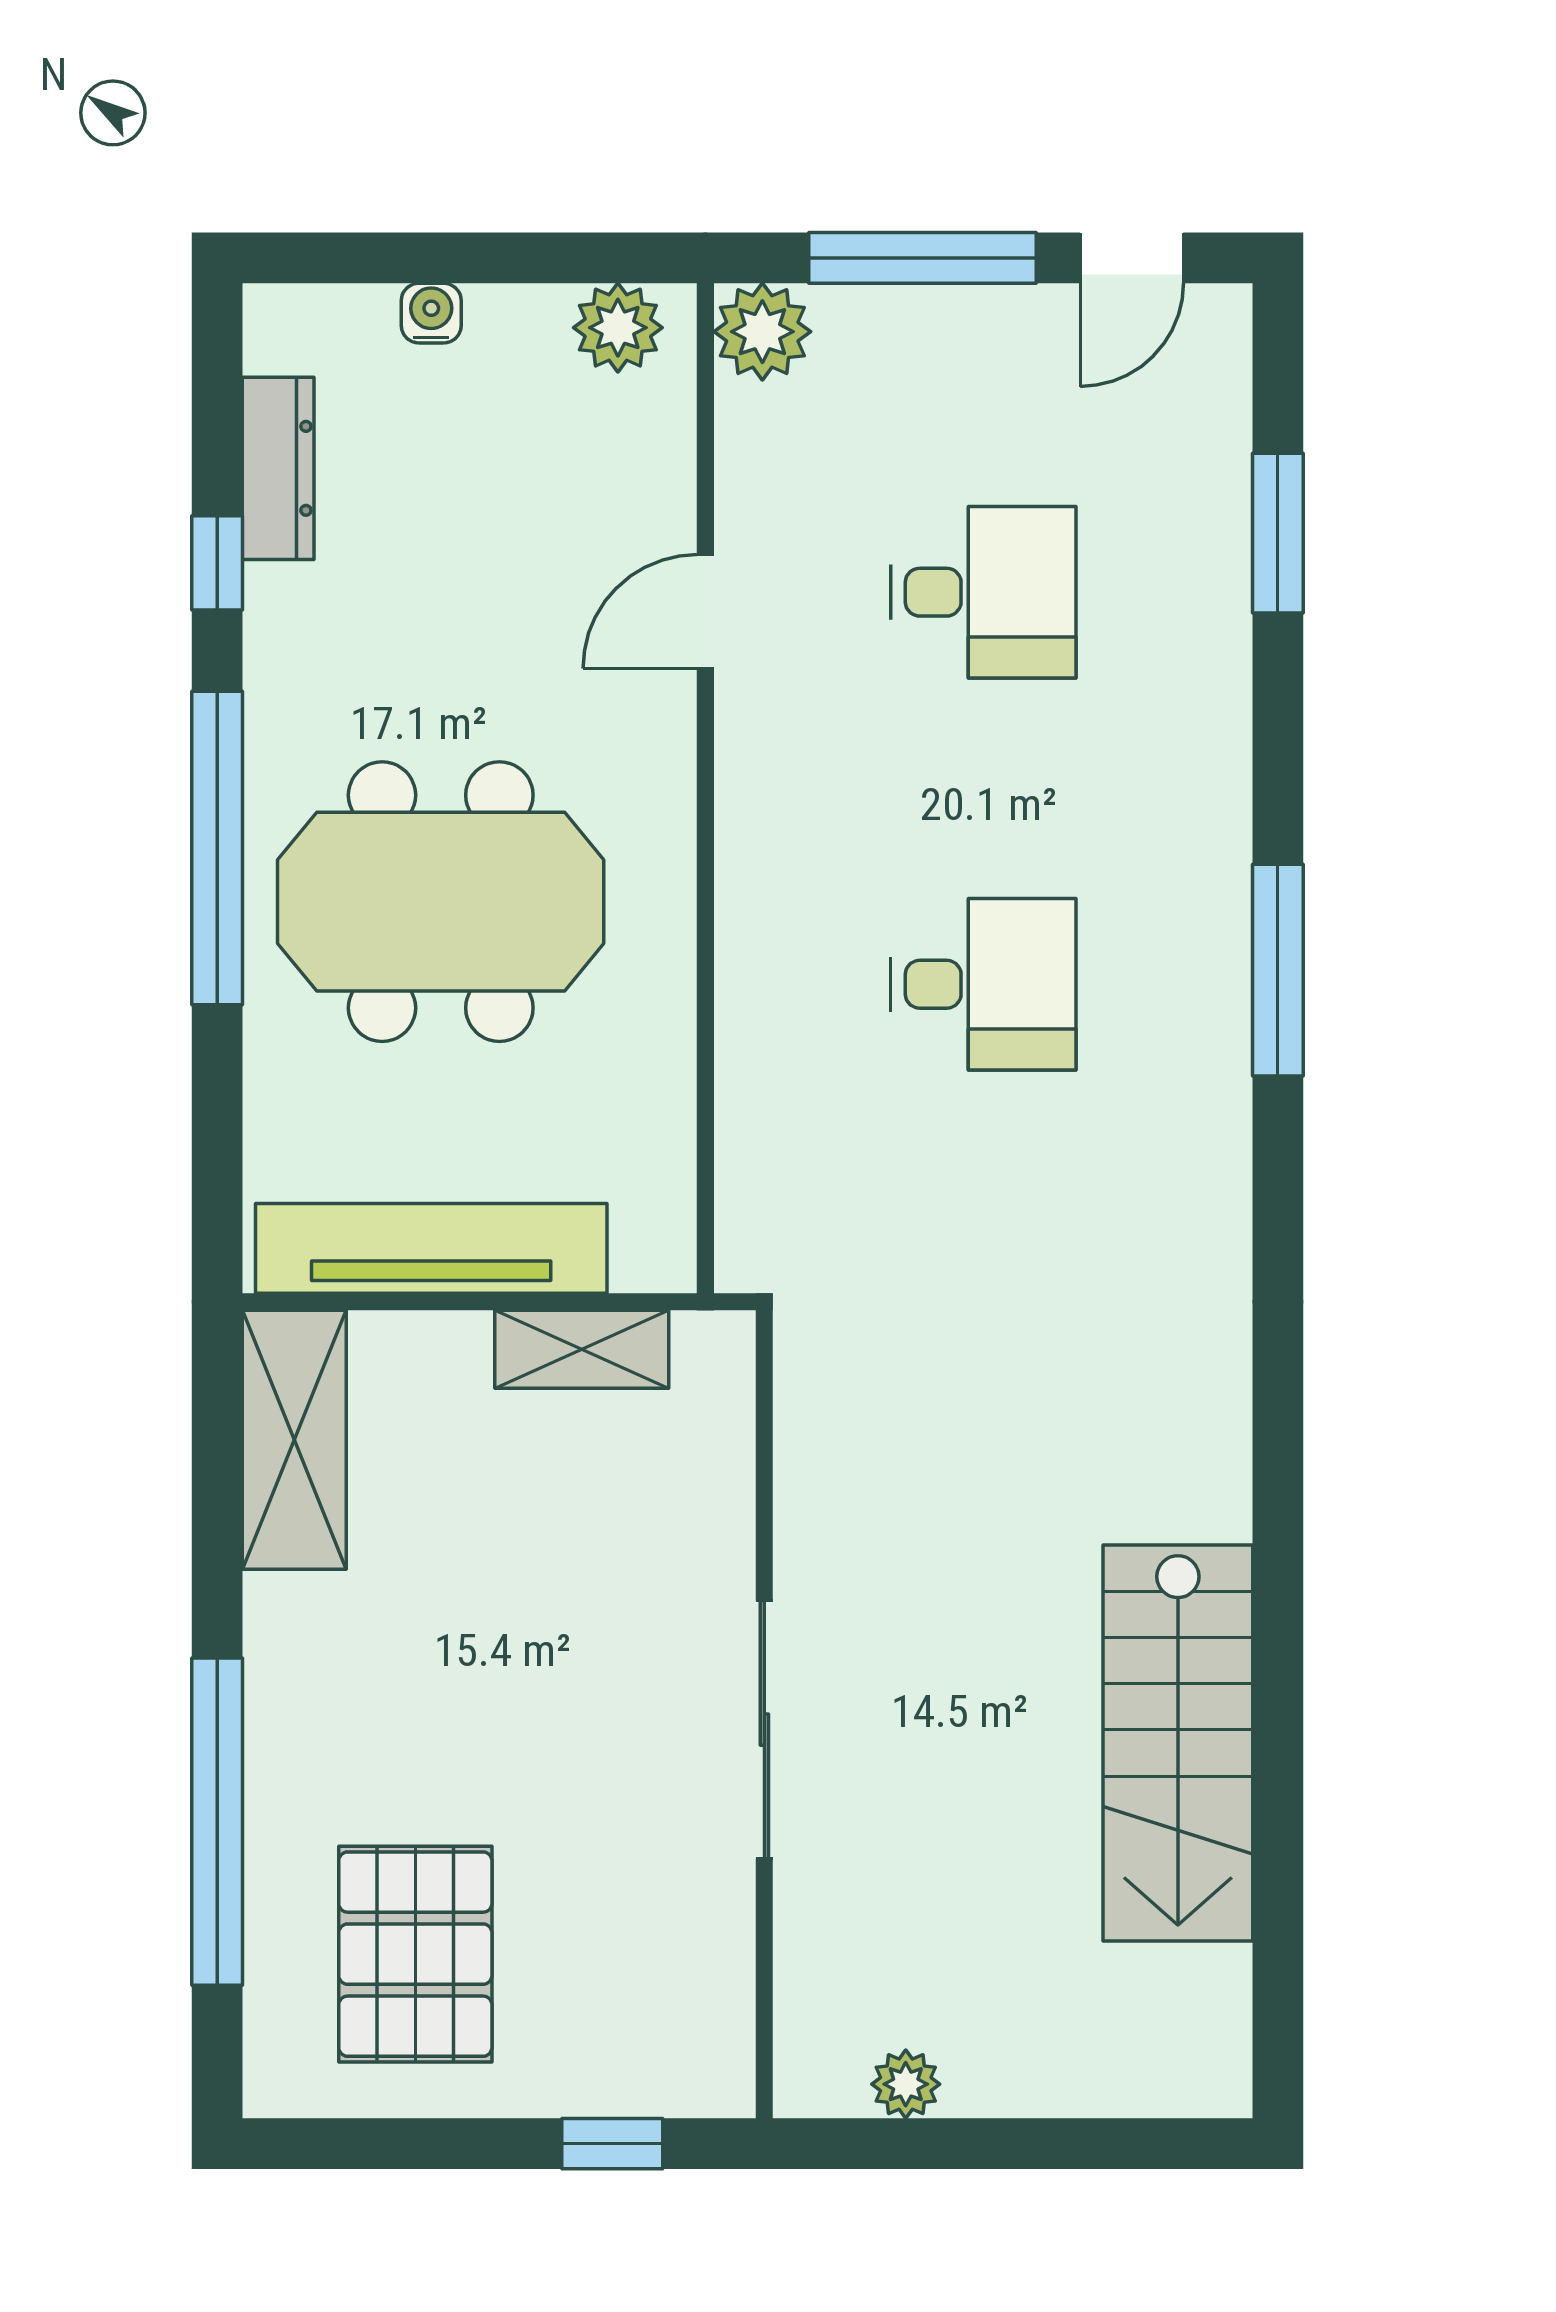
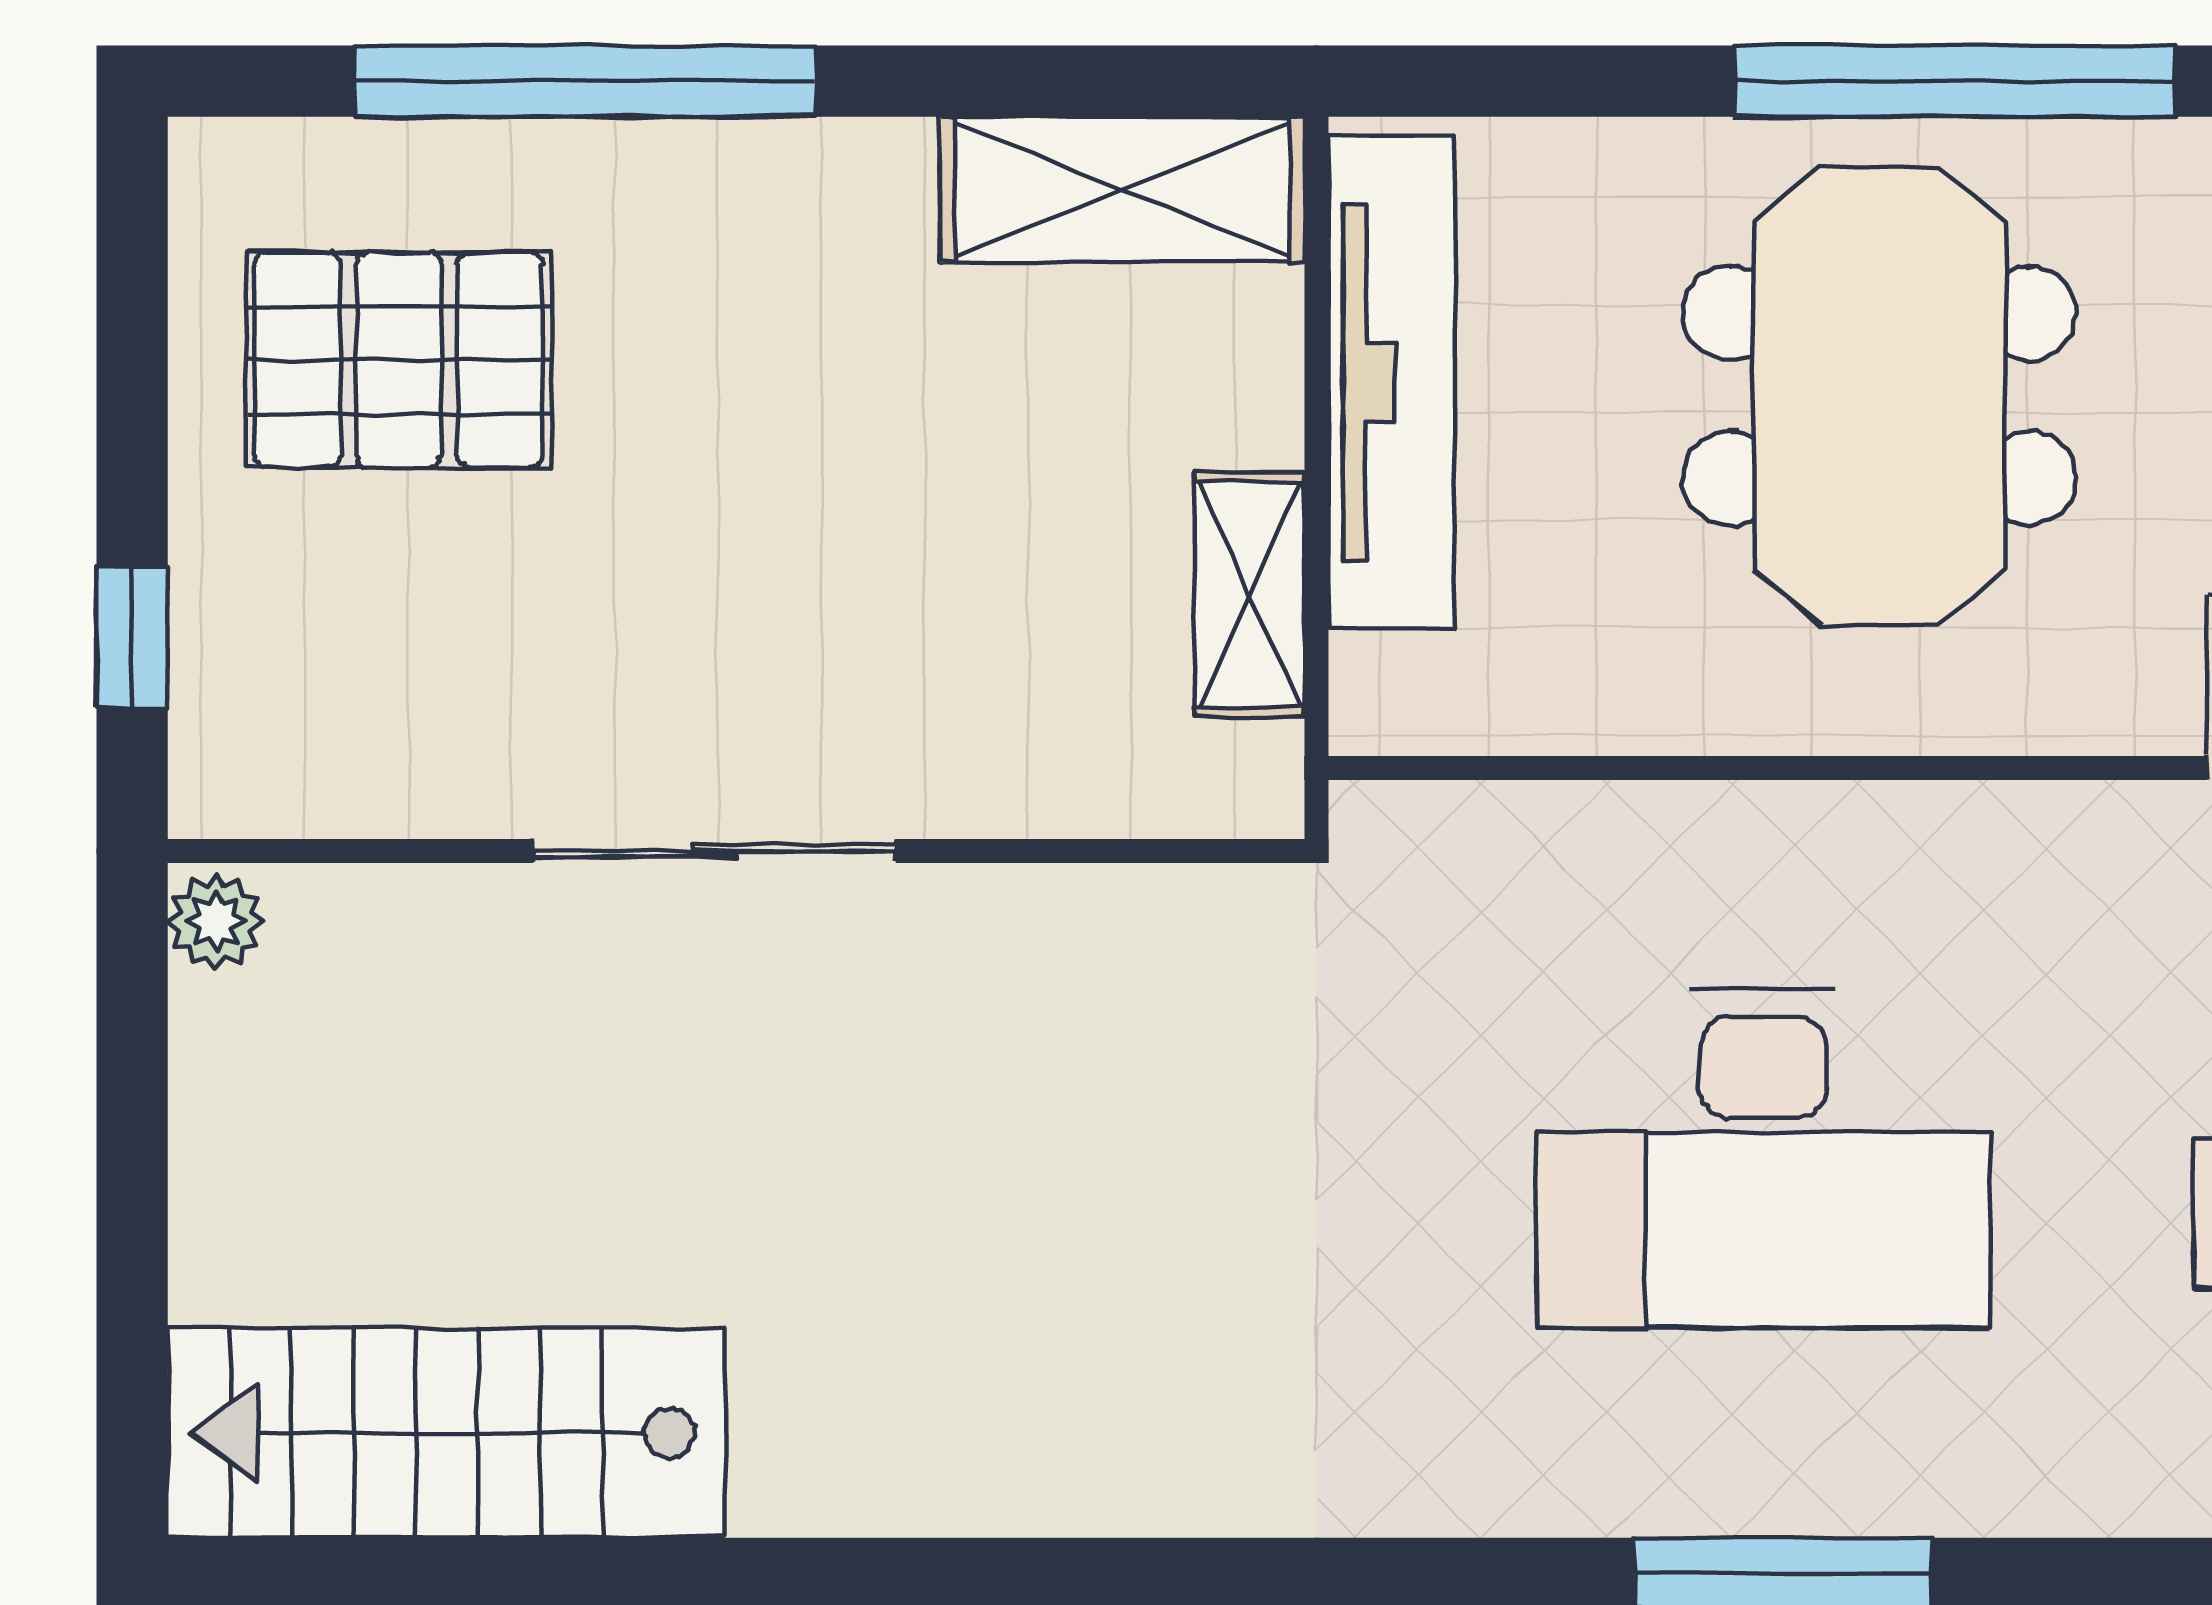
desk: (983, 984) -> (1763, 1159), width x1.87, depth x1.30
stairs: (1178, 1743) -> (446, 1433), moved
plant: (906, 2084) -> (216, 921), moved

